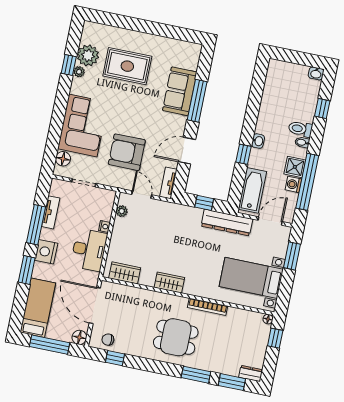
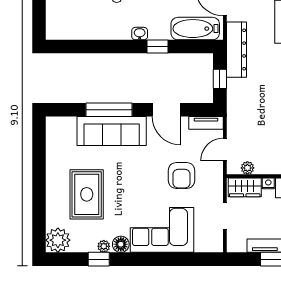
plant: (88, 55) -> (58, 240), moved
sofa: (180, 91) -> (112, 131), width x1.36
armchair: (127, 152) -> (181, 175), width x0.73, depth x0.73
floor lamp: (63, 159) -> (121, 244), moved
wardrobe: (105, 205) -> (245, 187), added

